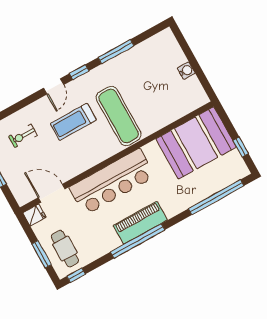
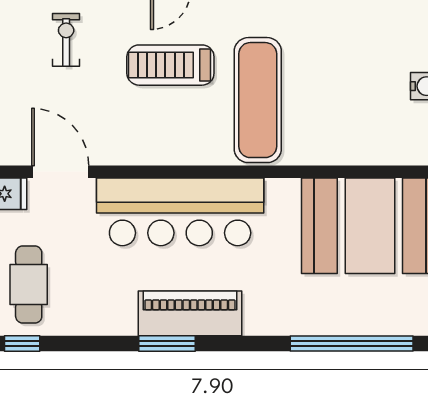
exercise bike: (23, 136) -> (66, 40), turned 90
window: (138, 241) -> (167, 343), width x0.47

